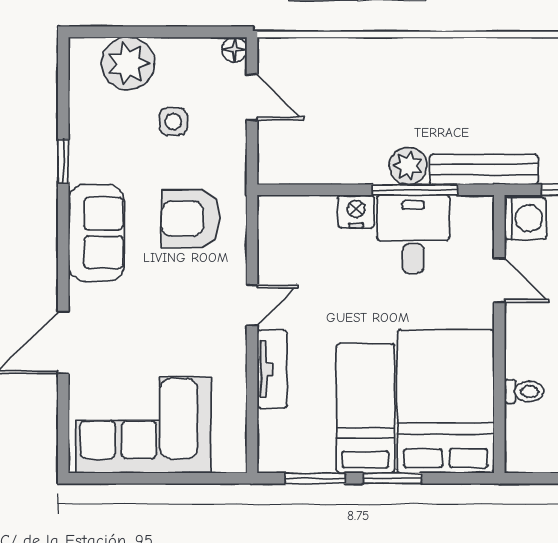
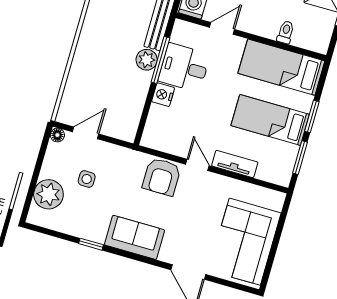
armchair: (191, 219) -> (162, 177), moved
bed: (446, 401) -> (281, 67), width x0.67

